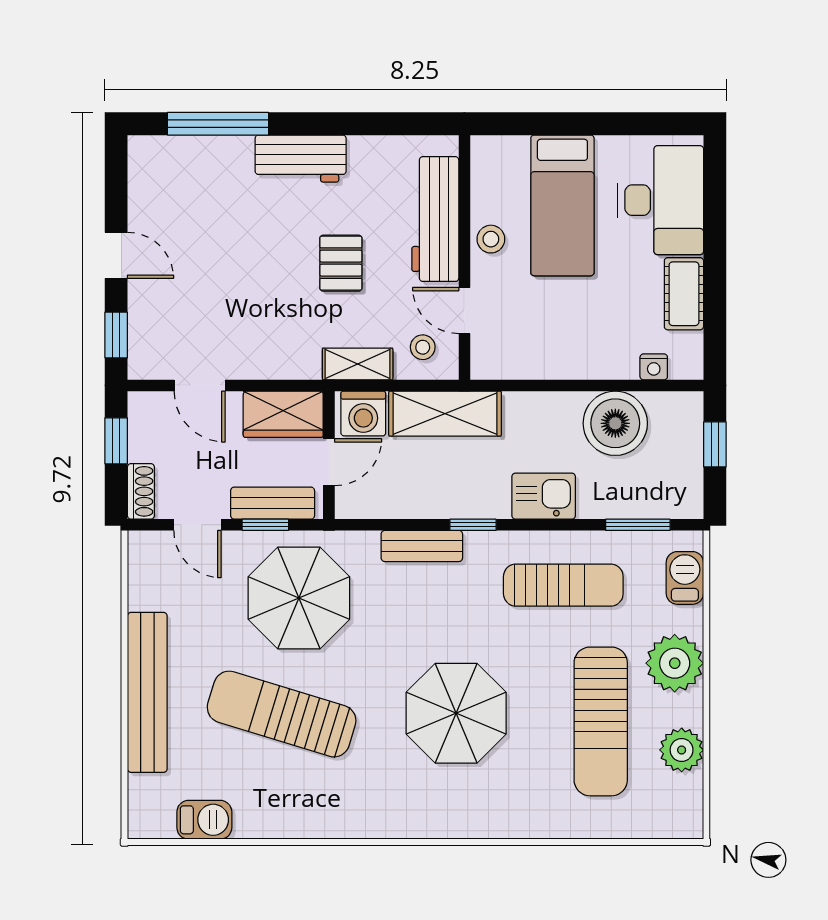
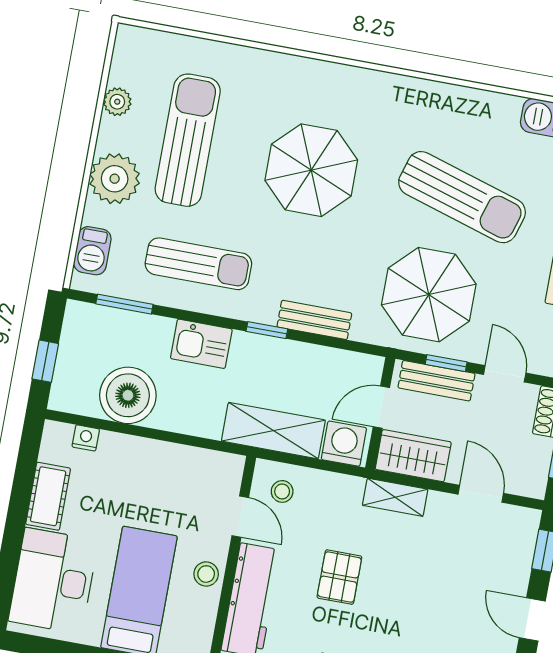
shelving: (358, 364) -> (395, 497), moved
sun lounger: (563, 585) -> (198, 264), turned 180
plant: (682, 750) -> (117, 102), width x0.73, depth x0.73

